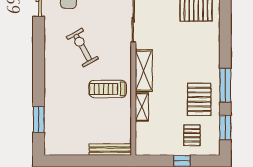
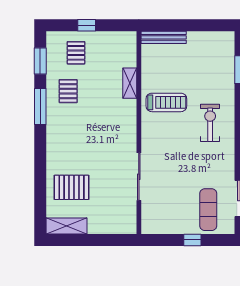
exercise bike: (83, 48) -> (210, 123), moved, turned -151
shelving: (144, 71) -> (128, 122), removed
pallet: (199, 99) -> (68, 91), width x0.67, depth x0.71

